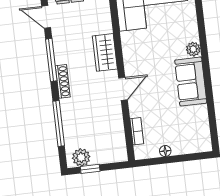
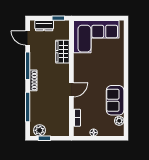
plant: (193, 49) -> (119, 121), moved
wardrobe: (105, 52) -> (62, 52), moved
sofa: (191, 82) -> (115, 100), moved

